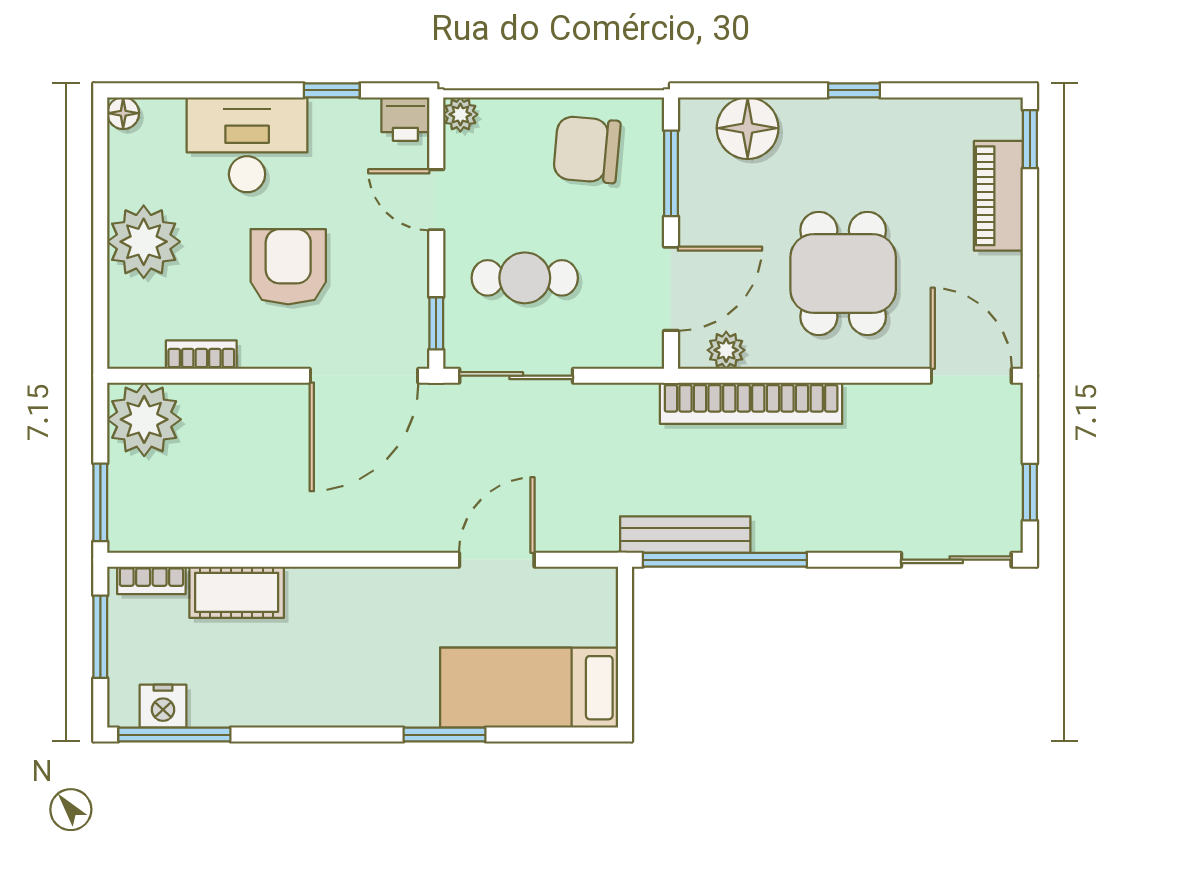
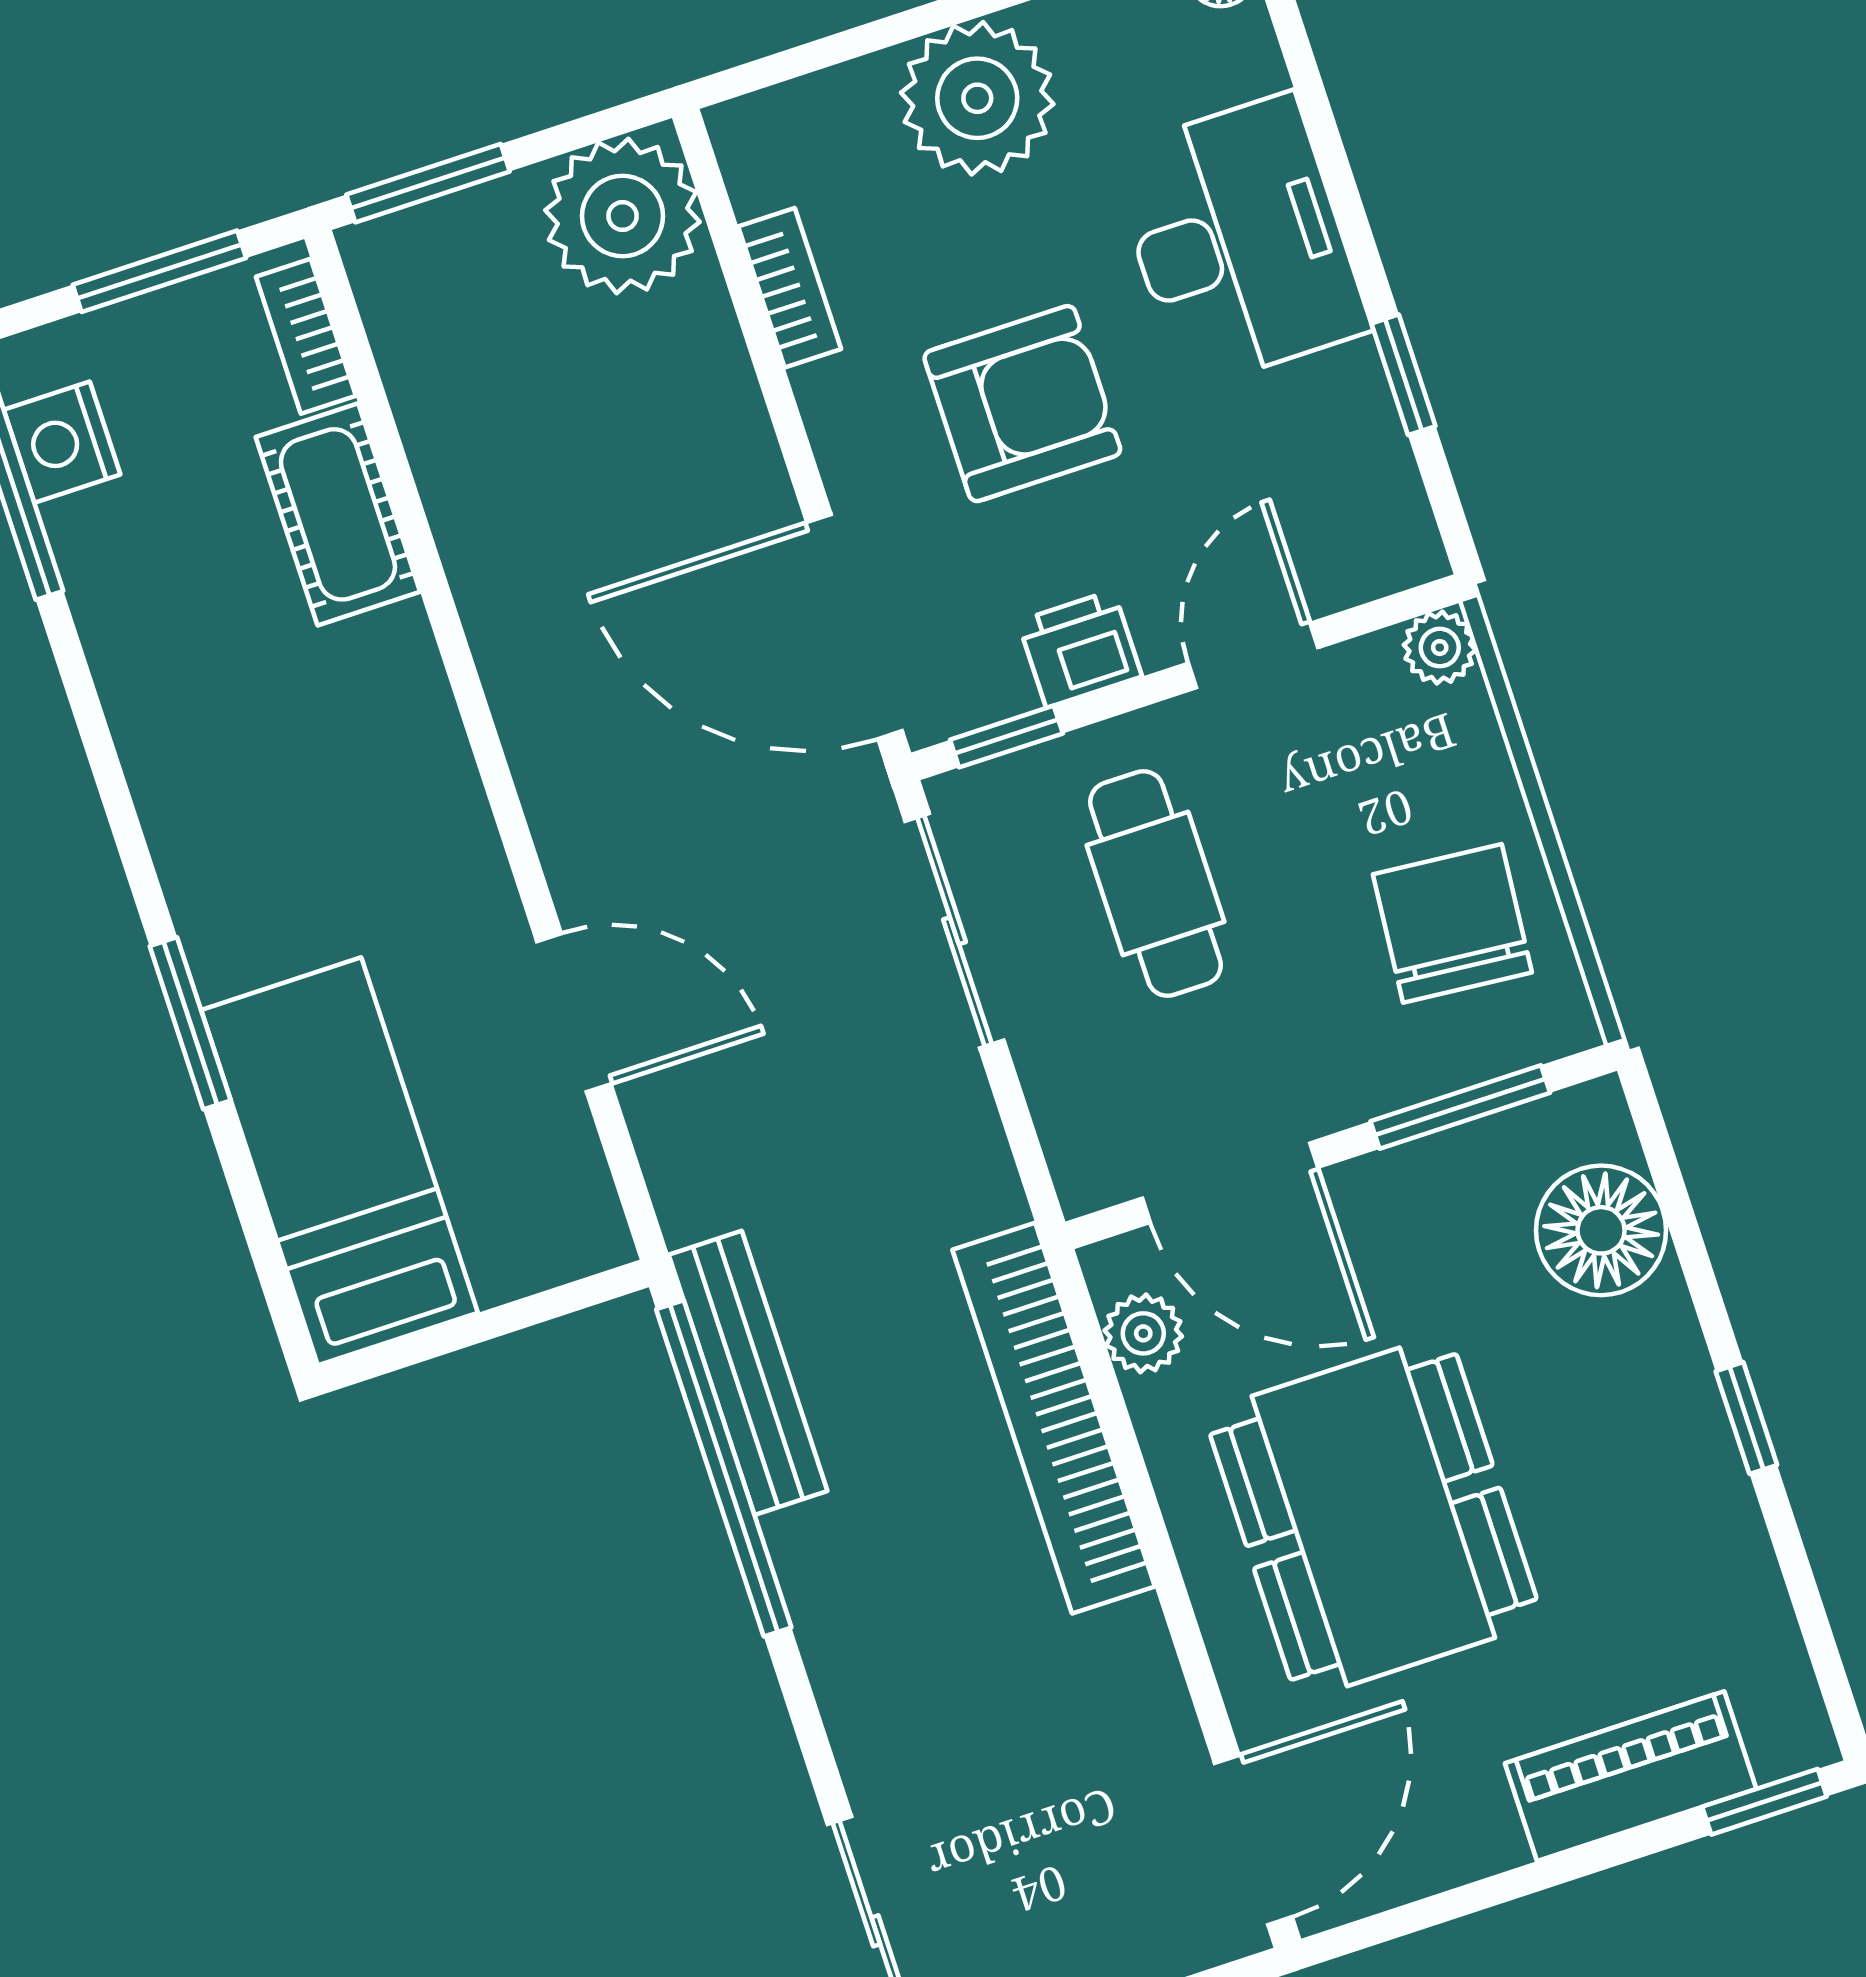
printer: (405, 119) -> (1080, 649), moved, turned 90
dining table: (843, 273) -> (1373, 1517), width x1.38

